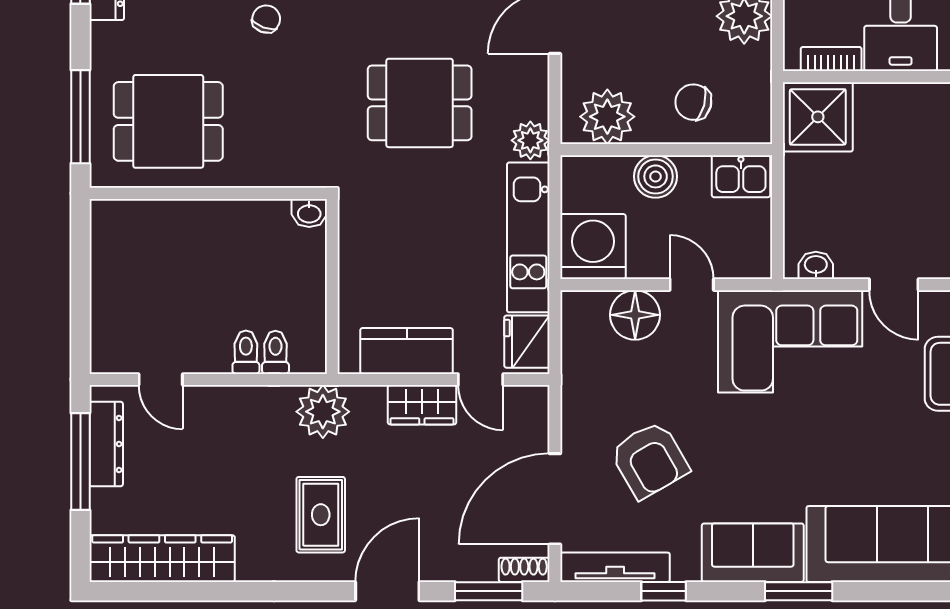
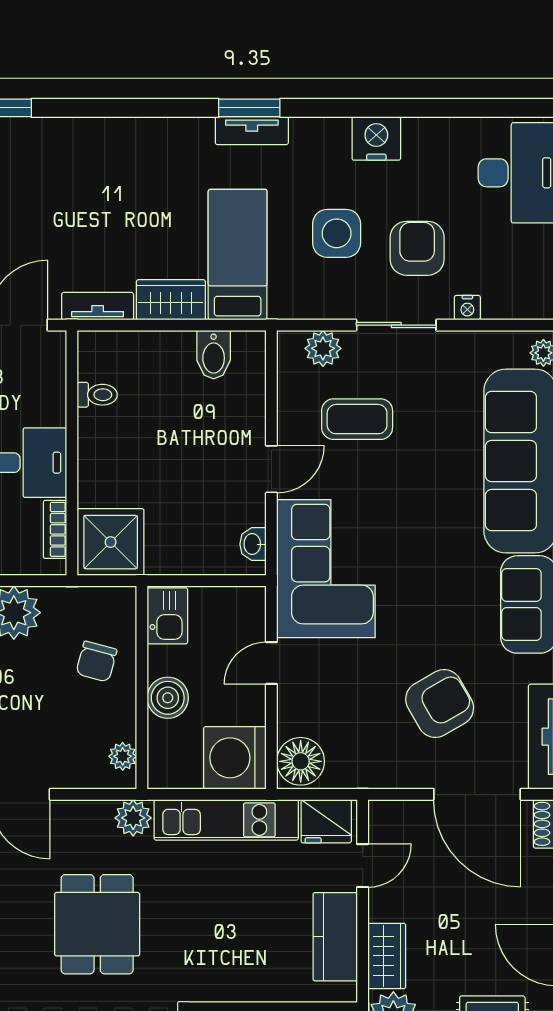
plant: (607, 117) -> (123, 756), width x0.53, depth x0.53
floor lamp: (635, 315) -> (301, 761), moved
wardrobe: (422, 405) -> (387, 956), moved

